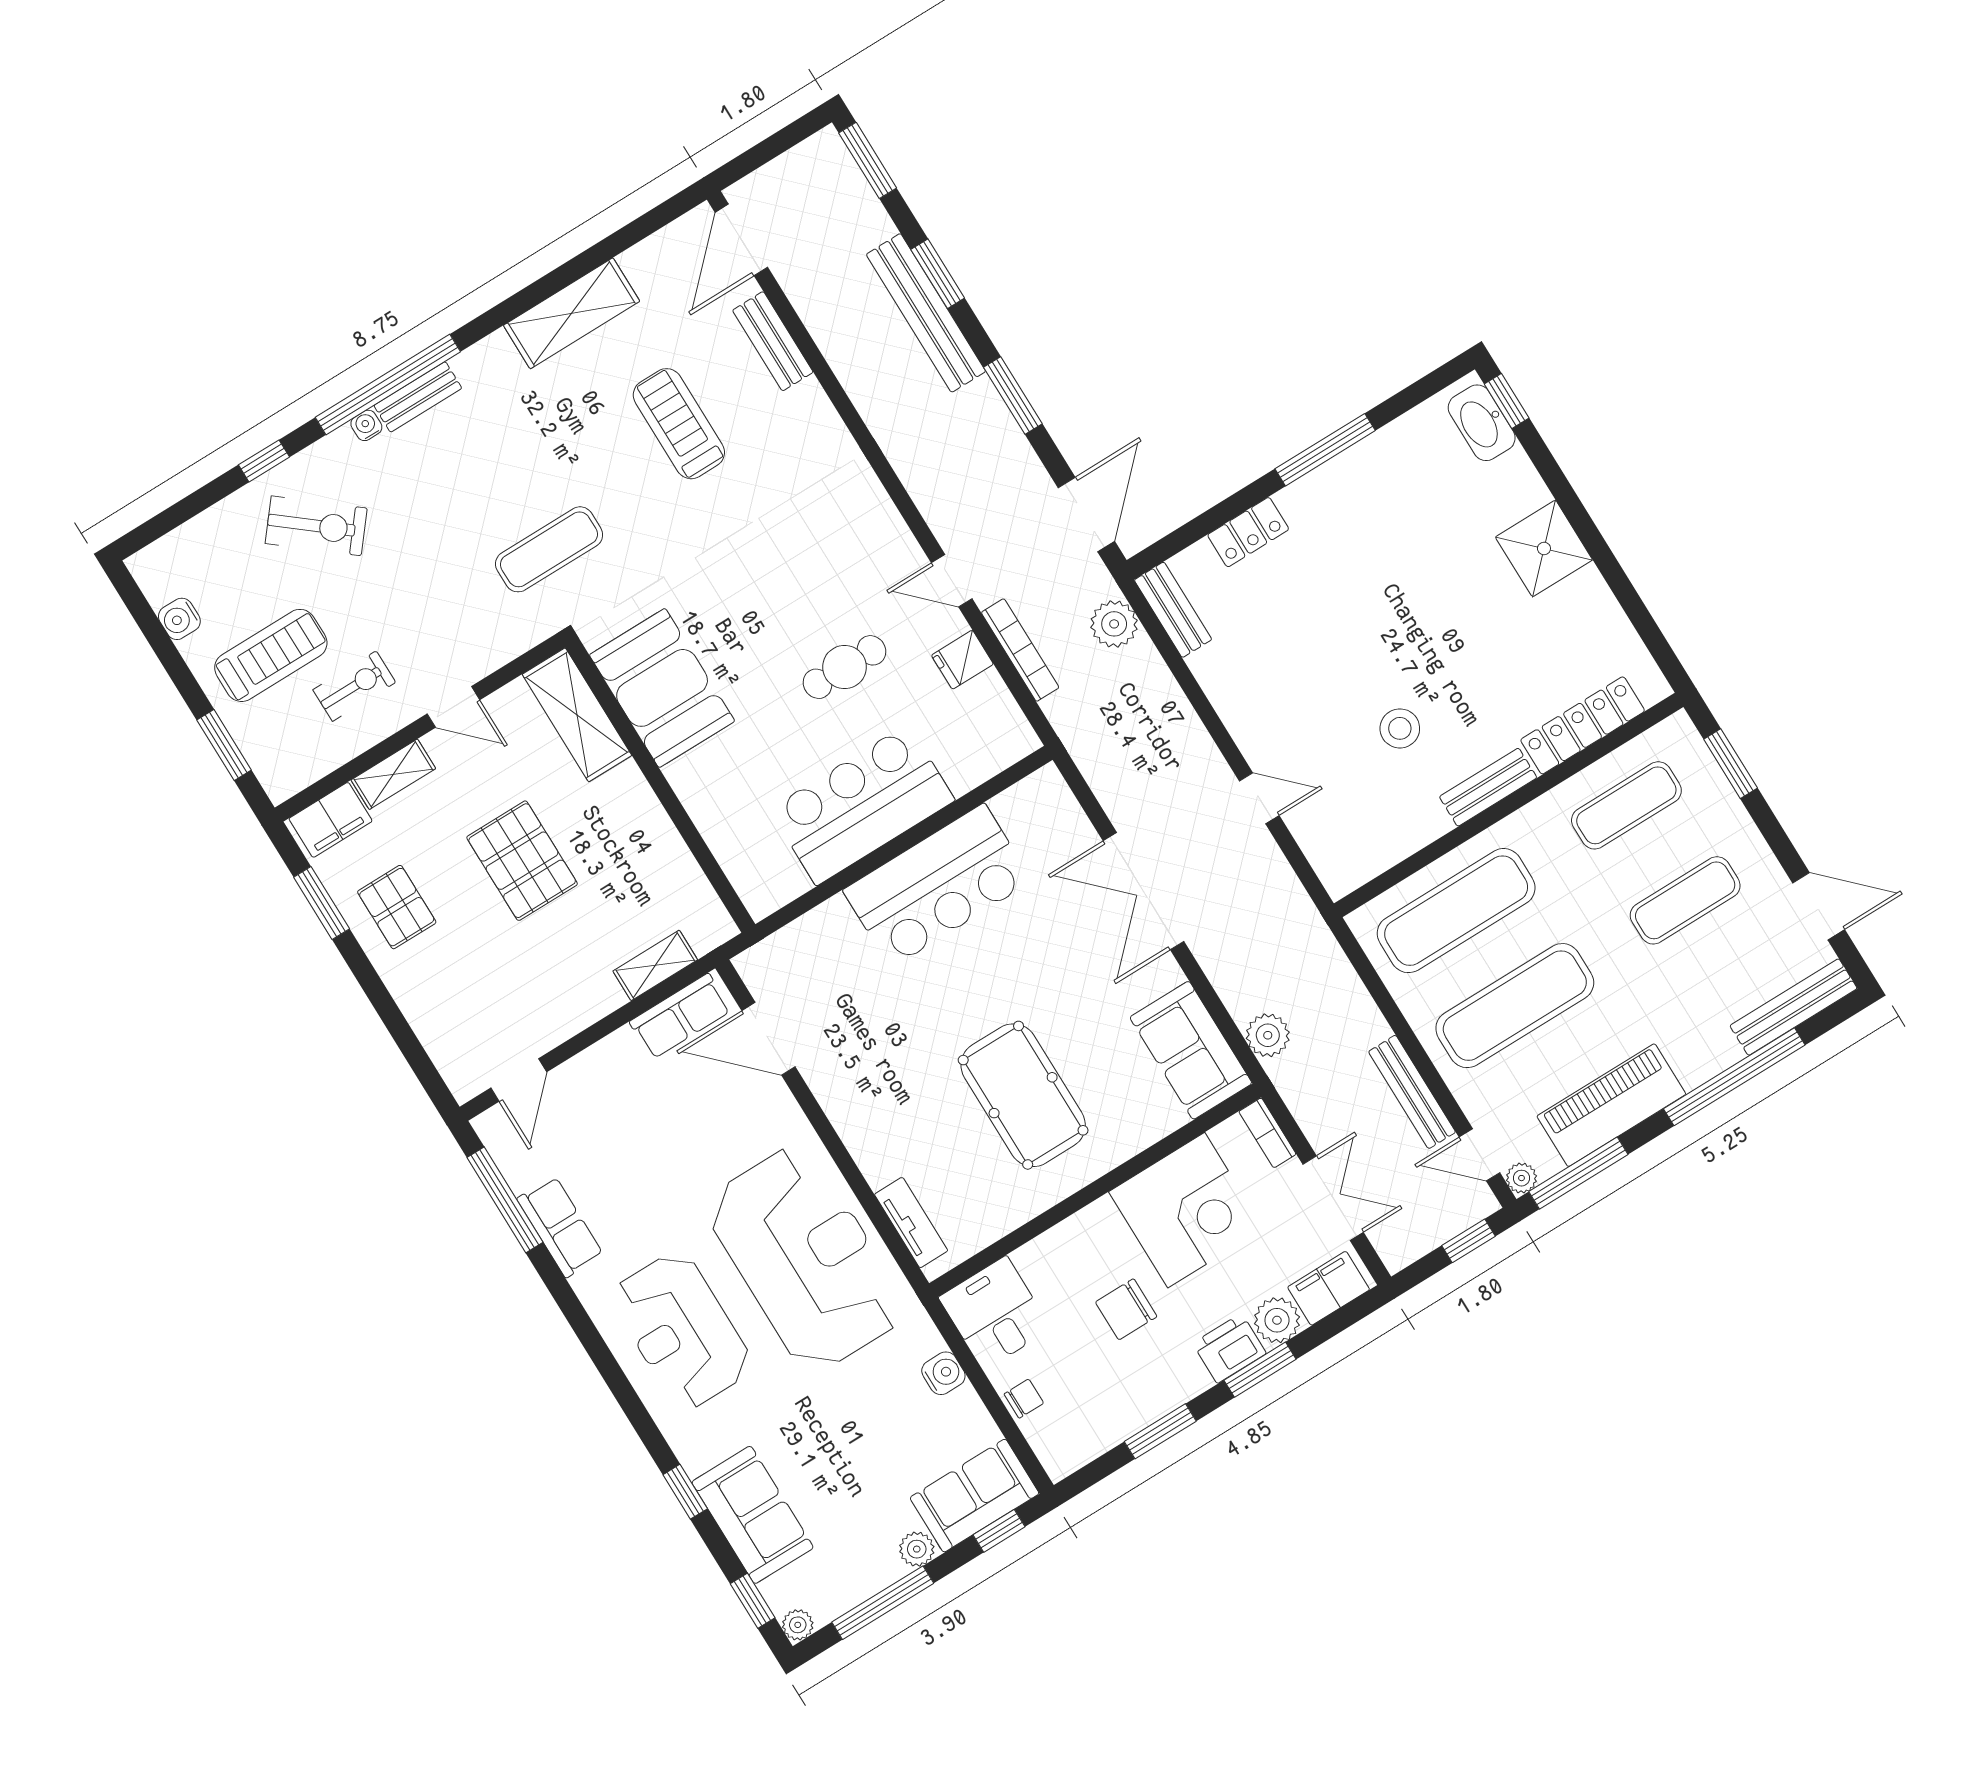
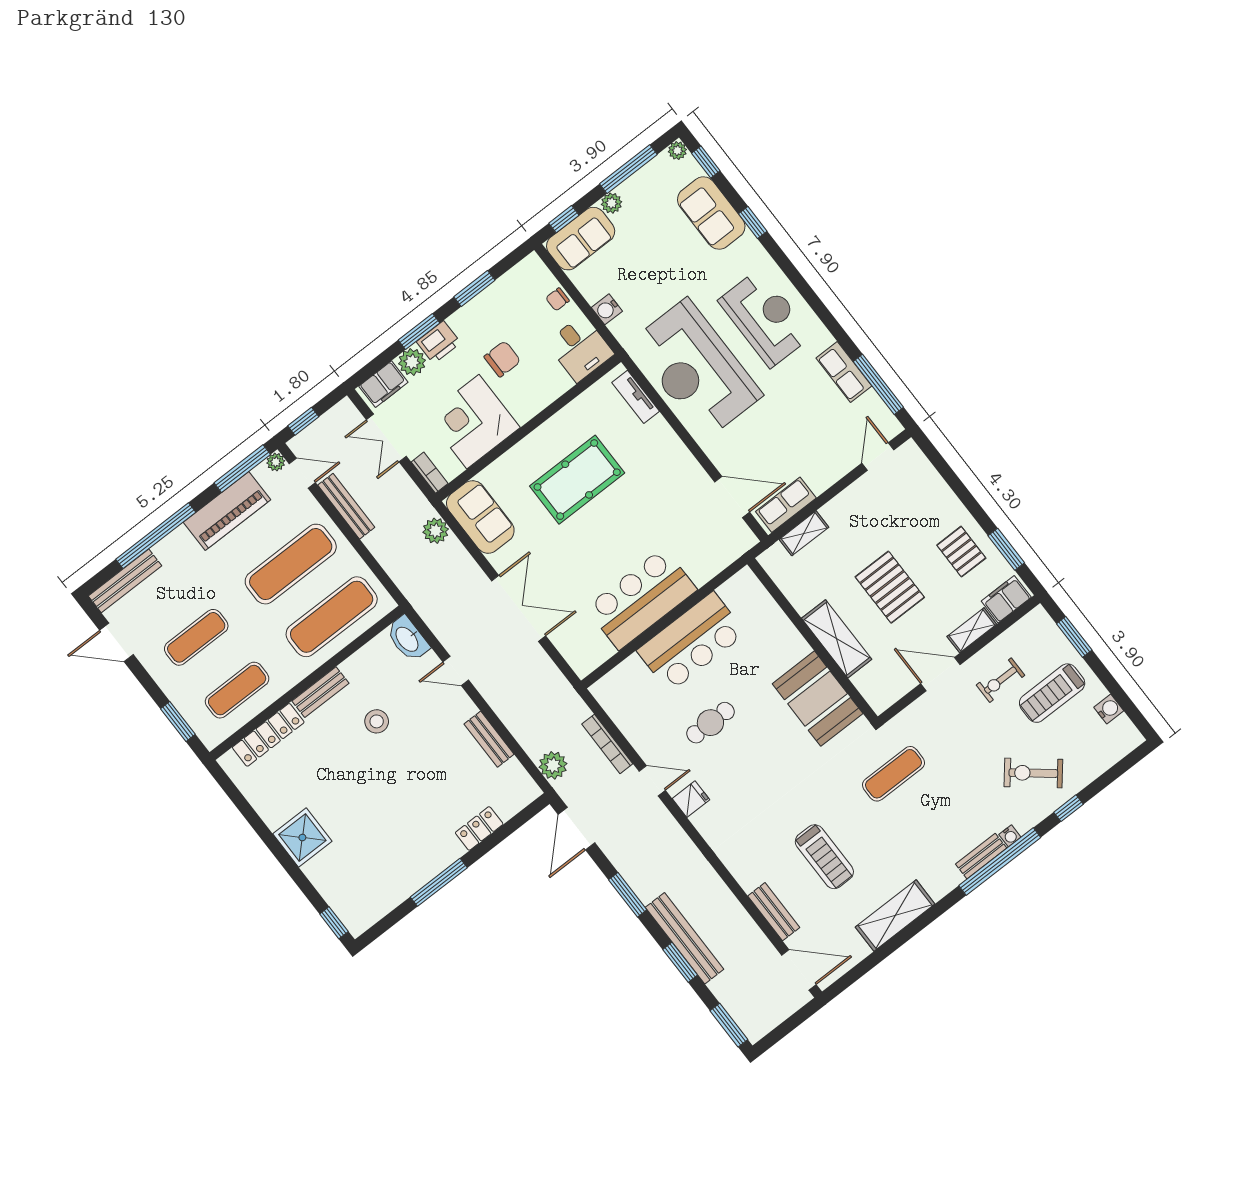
door: (741, 240) -> (799, 970), hinge flipped
washbasin: (1482, 423) -> (408, 639), moved, turned 180
bench: (1173, 610) -> (489, 739), moved
fridge: (962, 660) -> (691, 799), moved
door: (453, 707) -> (940, 674), width x1.38
shelving: (577, 715) -> (837, 639), moved
pool table: (1023, 1095) -> (577, 480), turned 90

